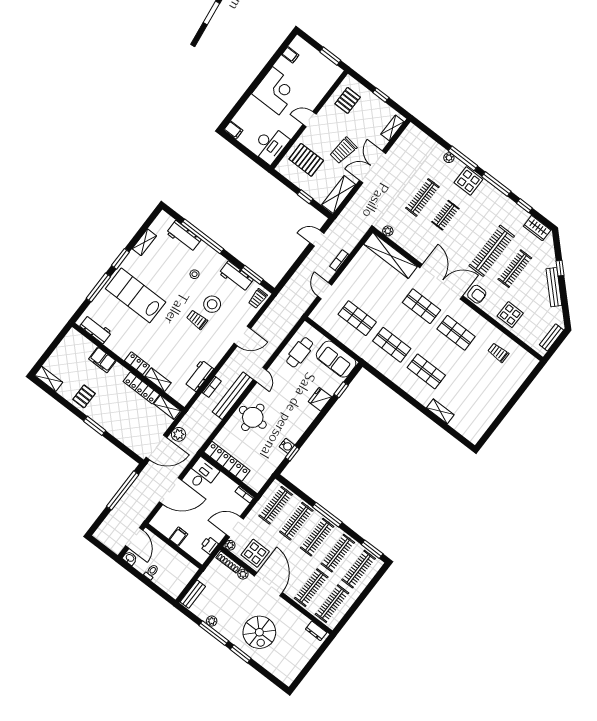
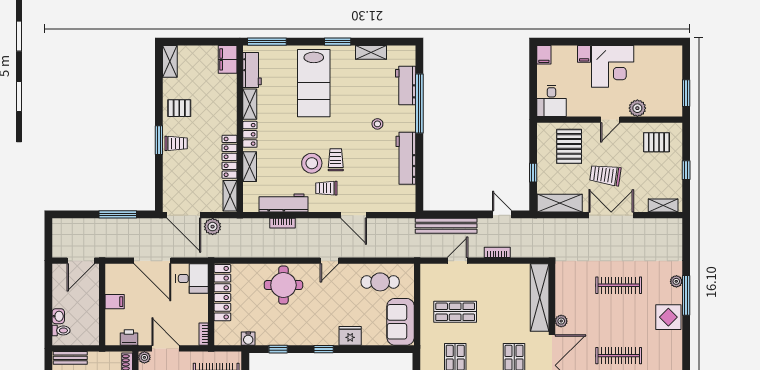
filing cabinet: (290, 55) -> (584, 54), moved
plant: (316, 96) -> (637, 108), added
door: (309, 119) -> (610, 120), swing flipped
desk: (270, 145) -> (551, 101), width x0.73
window: (496, 184) -> (686, 346), removed
clothes rail: (445, 215) -> (619, 356), moved, width x1.36
plant: (388, 231) -> (561, 321), moved
window: (252, 275) -> (419, 180), removed
workbench: (236, 276) -> (406, 158), width x1.38
window: (98, 287) -> (267, 42), moved
lab bench: (136, 295) -> (314, 83), turned 180
trolley: (258, 299) -> (326, 188), moved
stool: (212, 304) -> (312, 163), moved
shop shelf: (357, 318) -> (455, 312), turned 90
shelving: (117, 348) -> (250, 104), added
filing cabinet: (102, 360) -> (228, 59), moved
workbench: (199, 376) -> (284, 203), width x1.38
window: (341, 390) -> (324, 349), moved
bench: (233, 396) -> (446, 226), moved
trolley: (106, 416) -> (176, 143), added
water cooler: (287, 446) -> (248, 339), moved
window: (123, 490) -> (118, 214), width x0.68
washbasin: (130, 558) -> (58, 316), moved
toilet: (151, 572) -> (61, 330), moved

